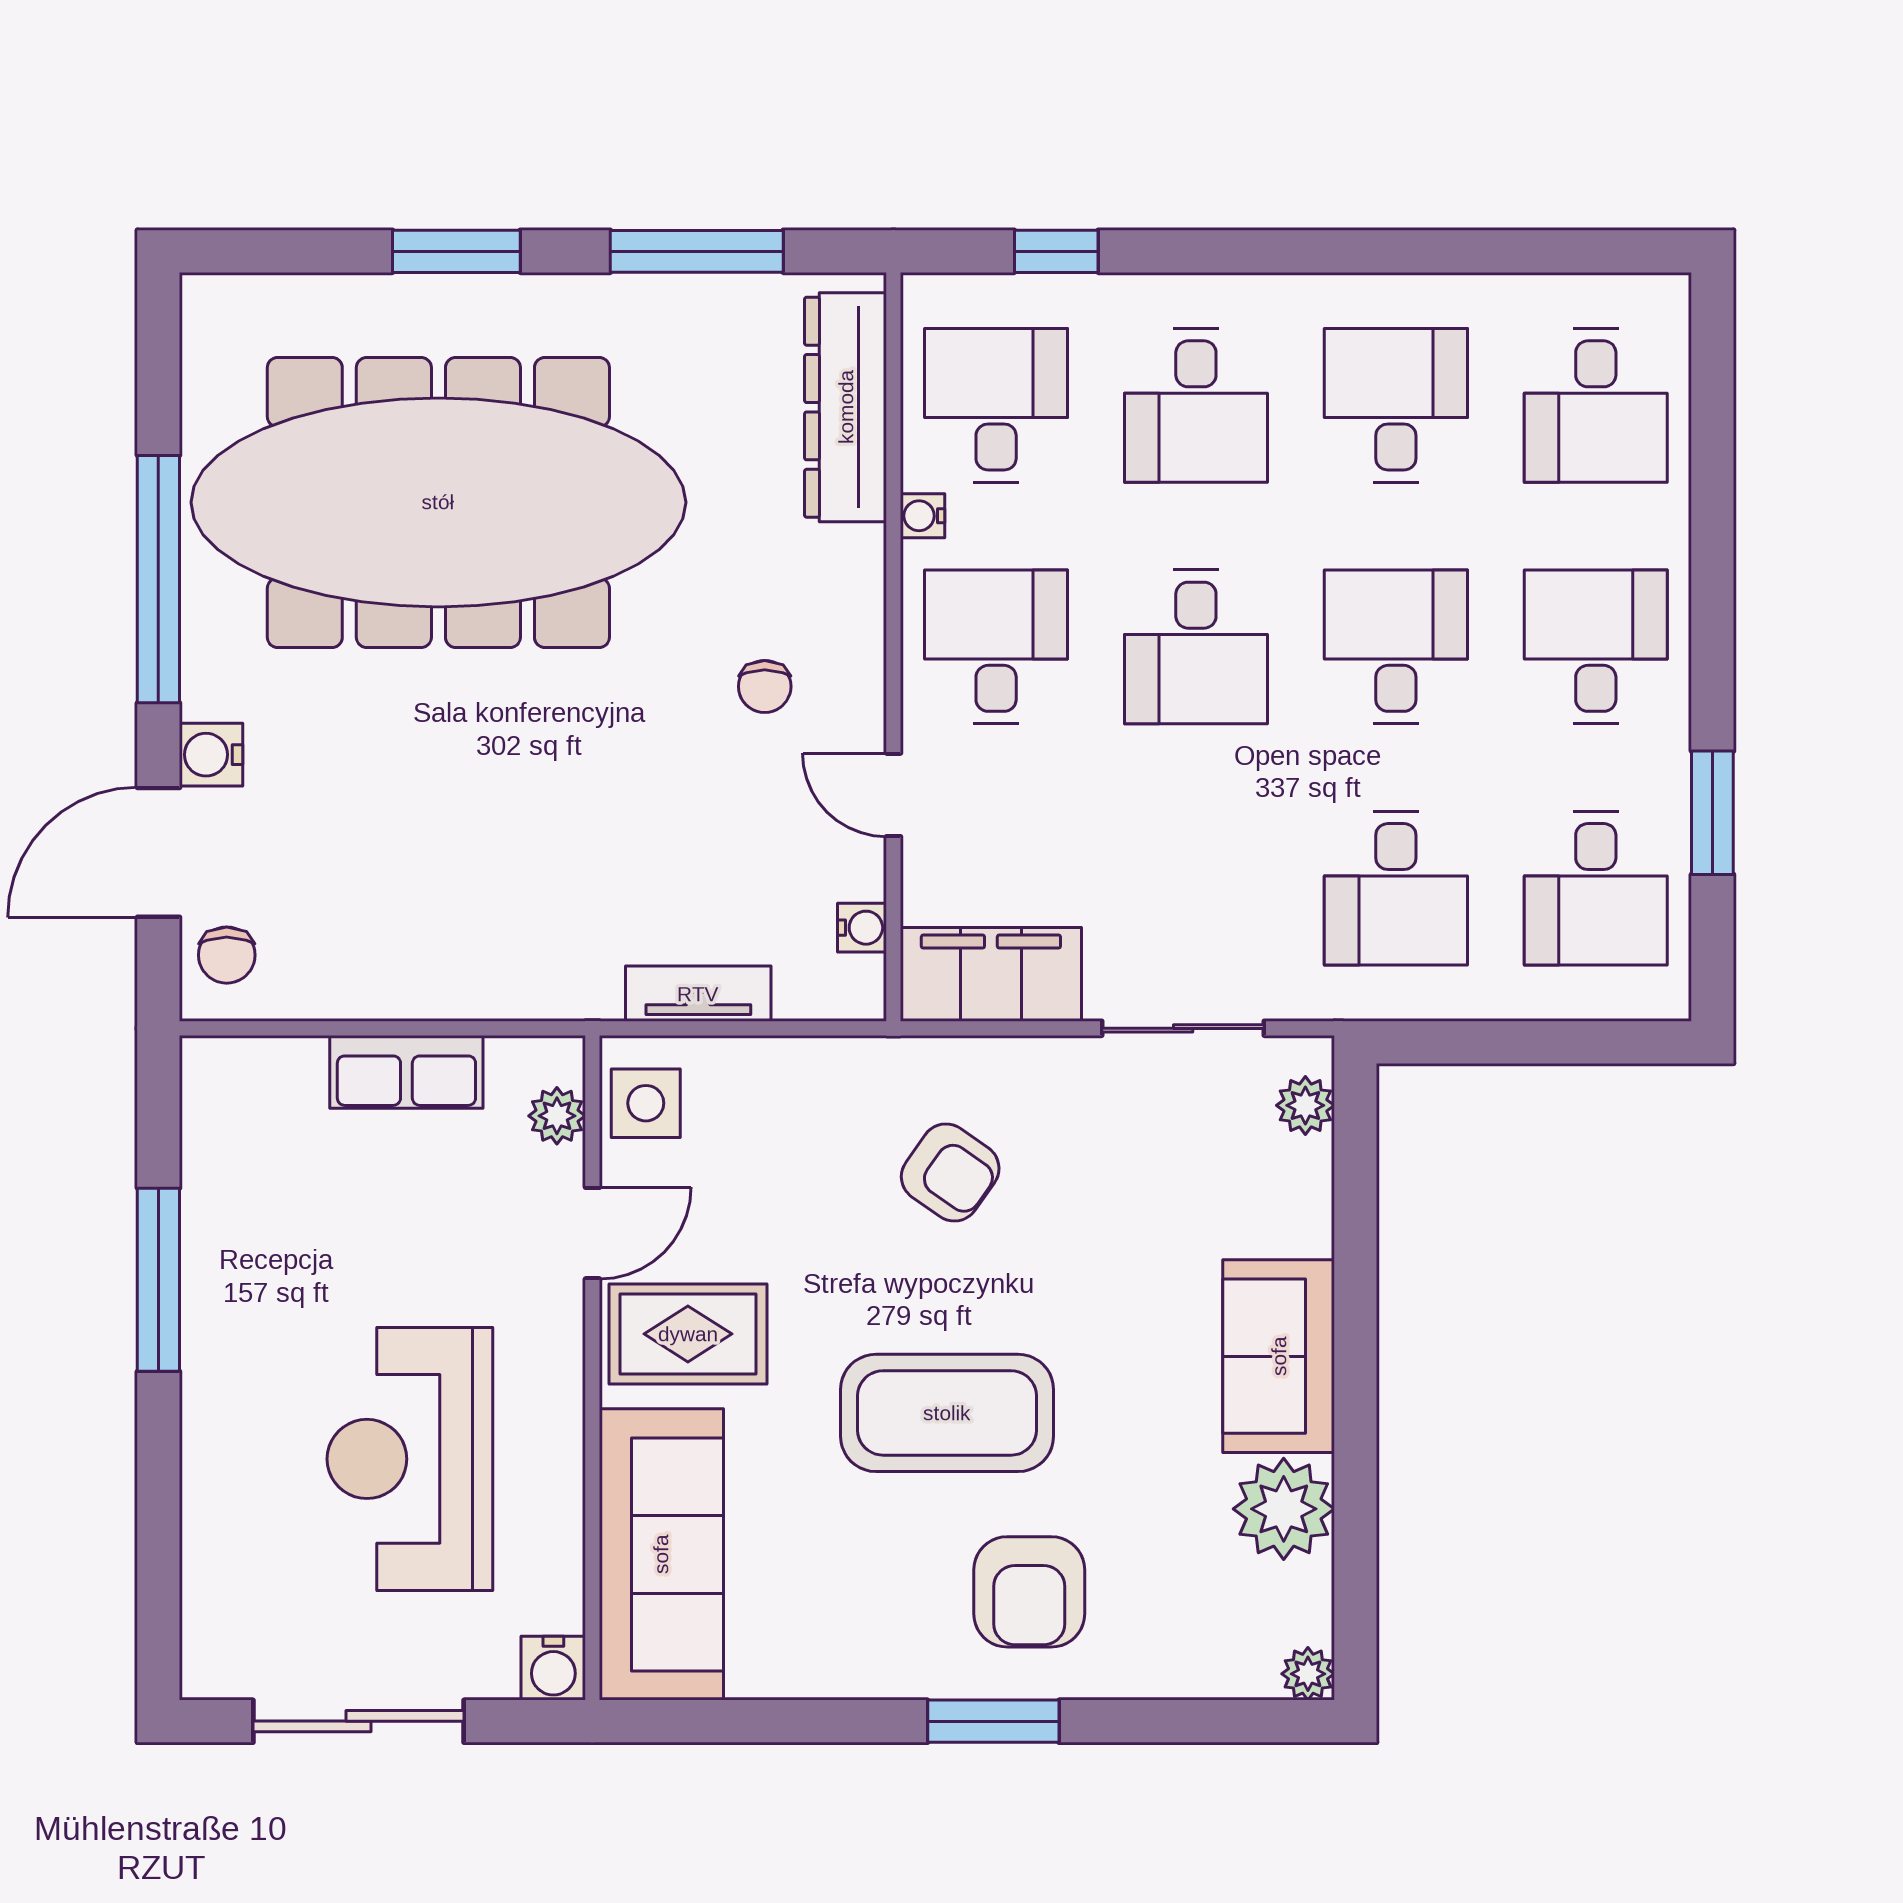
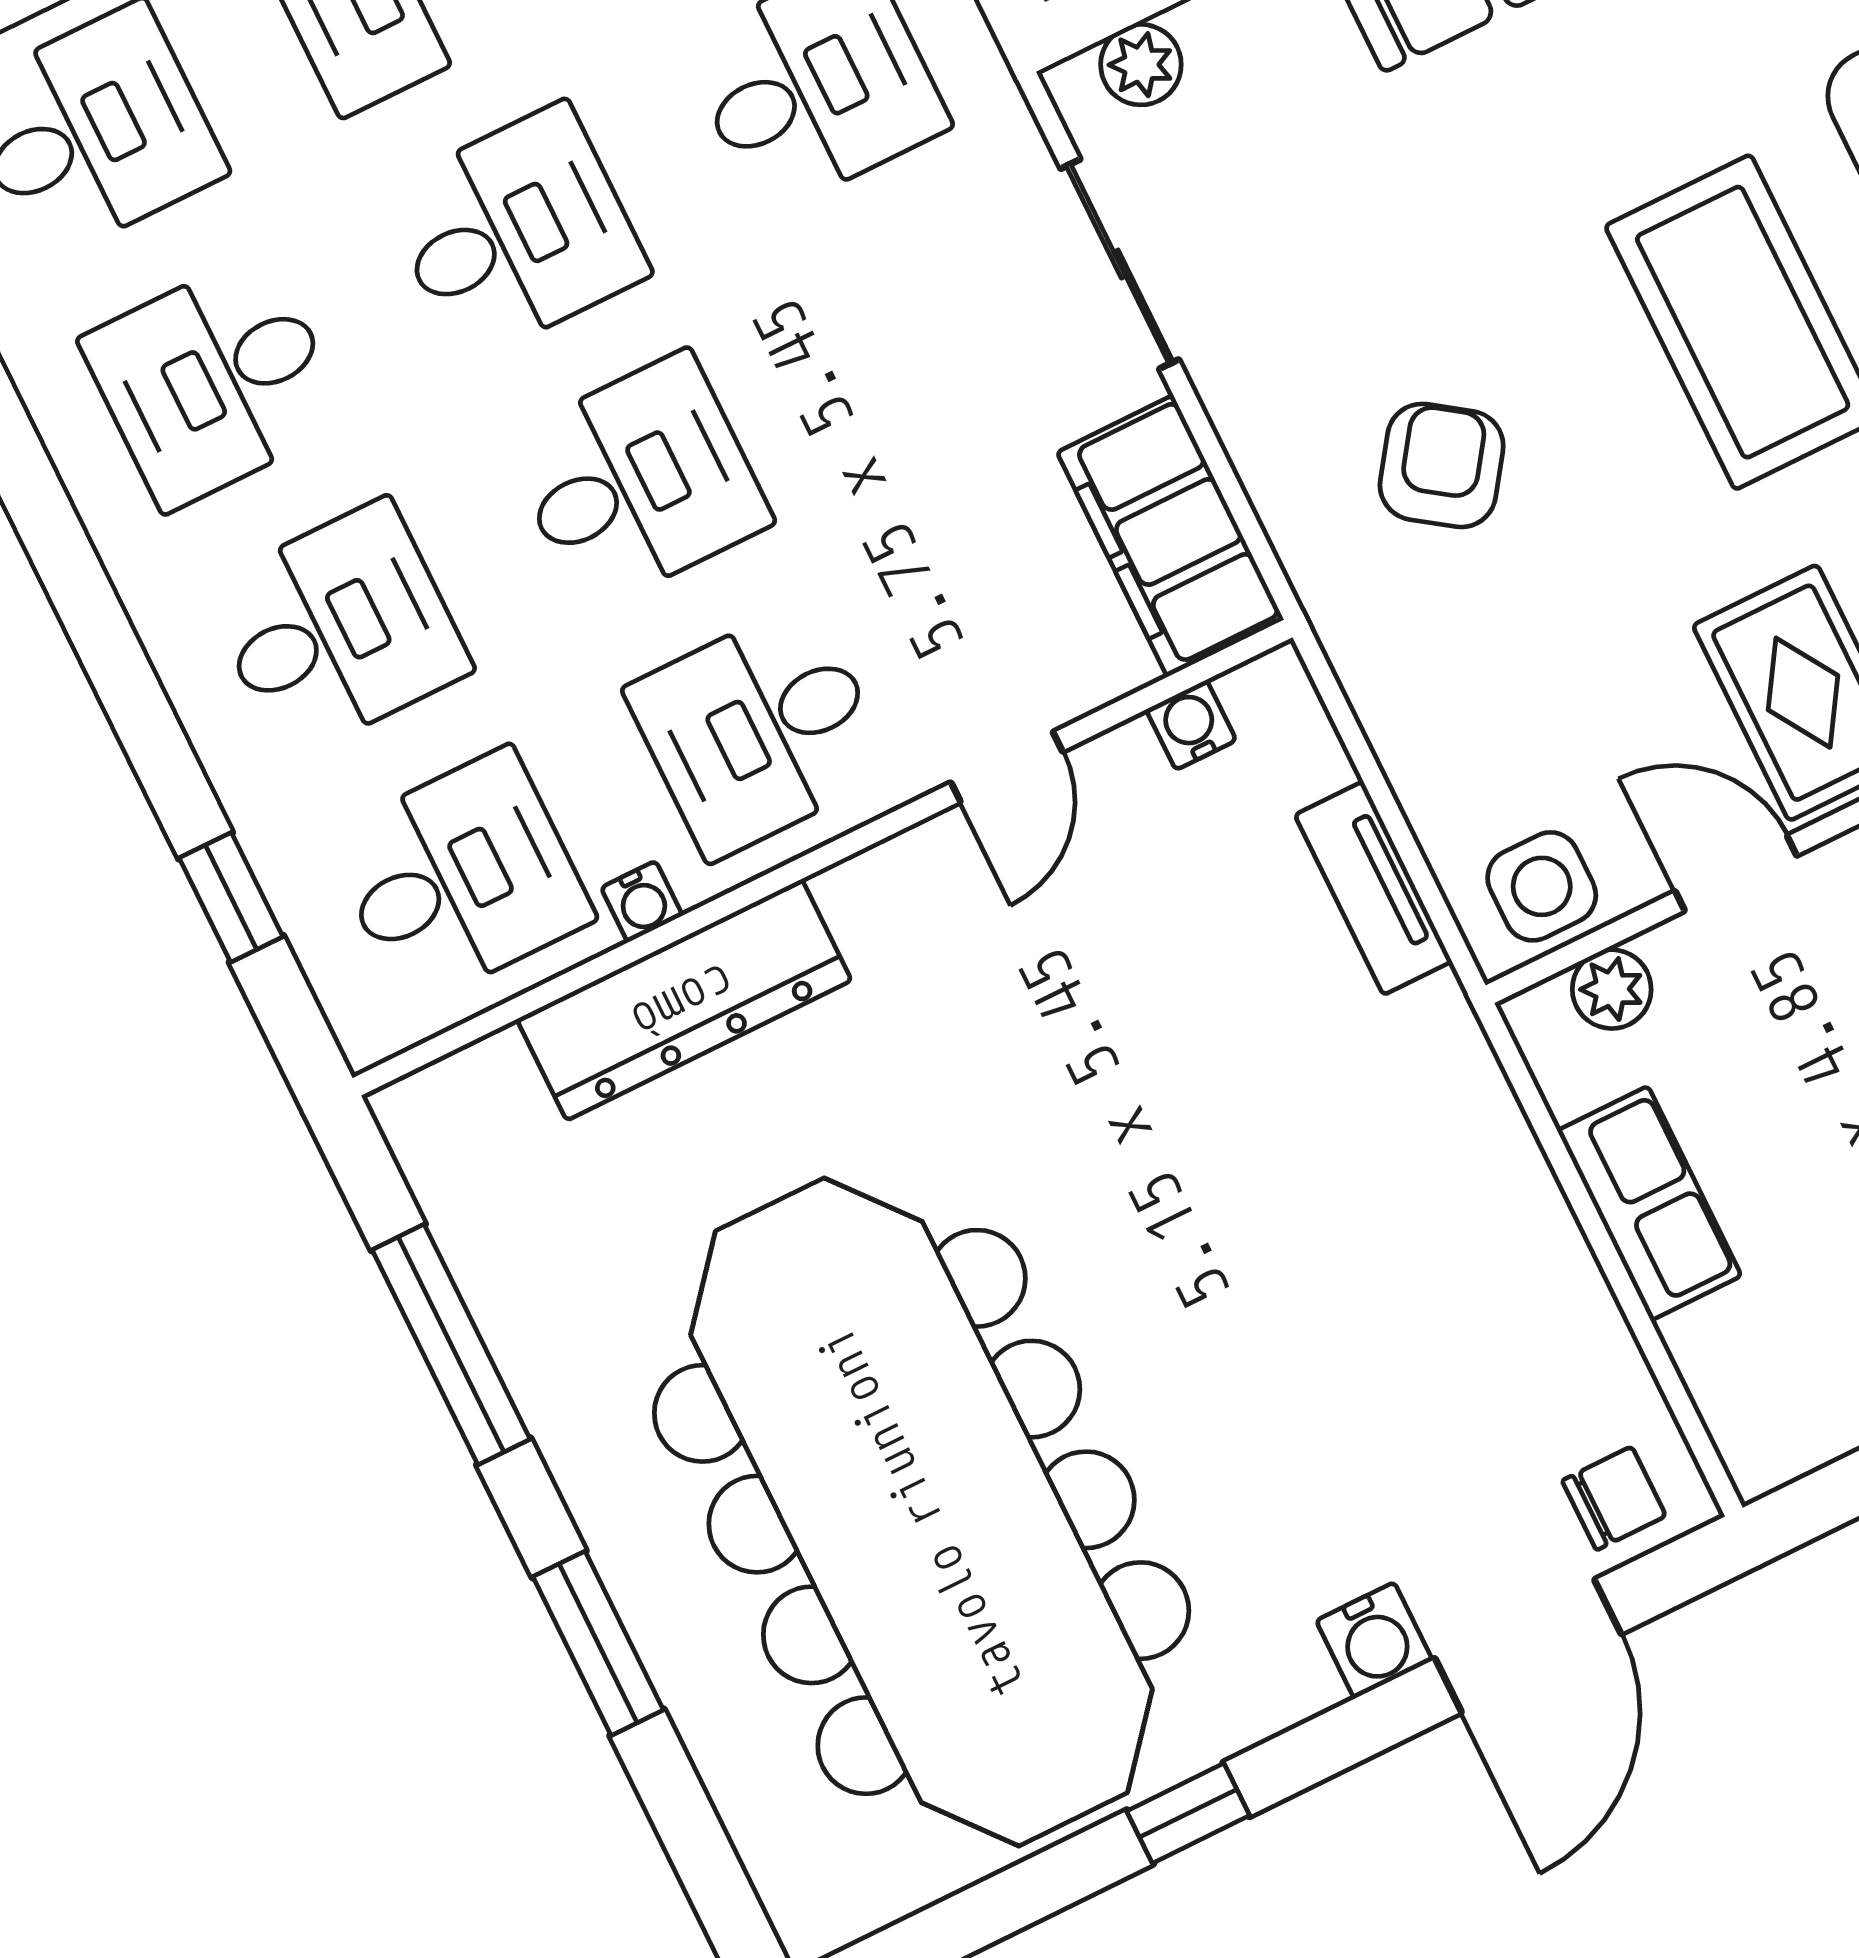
desk: (996, 405) -> (459, 878), turned 180
dresser: (846, 407) -> (684, 1000), moved
window: (158, 579) -> (1188, 1813), width x0.32
desk: (1396, 647) -> (515, 233), turned 180
chair: (765, 686) -> (951, 994), removed
door: (158, 852) -> (1528, 1646), hinge flipped

